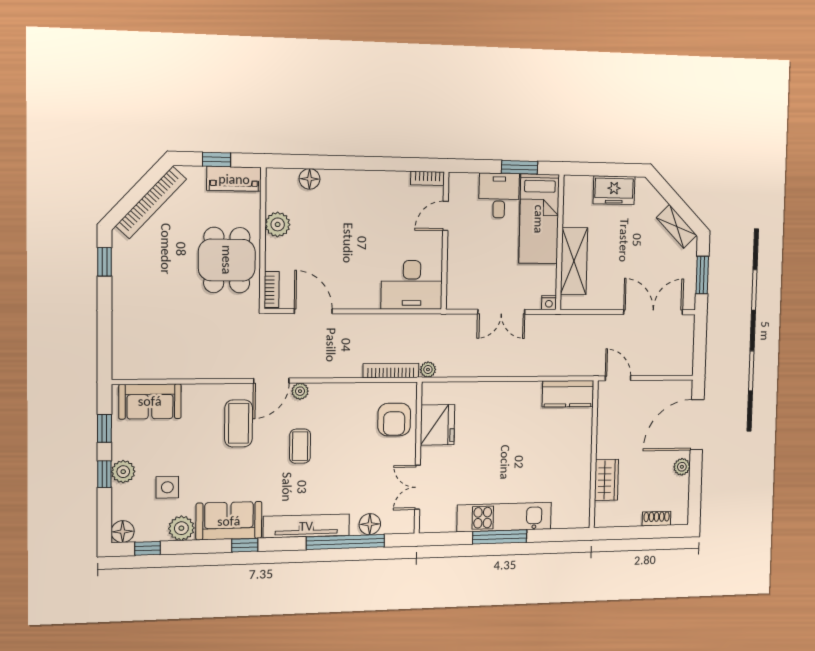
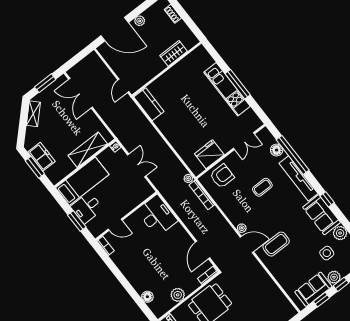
window: (520, 167) -> (77, 221), moved
window: (608, 170) -> (35, 167), added
sofa: (150, 401) -> (313, 289), moved, turned -90
coffee table: (300, 446) -> (262, 187), moved

